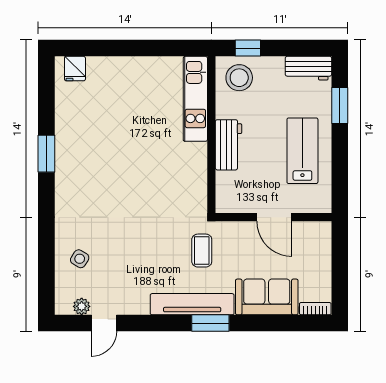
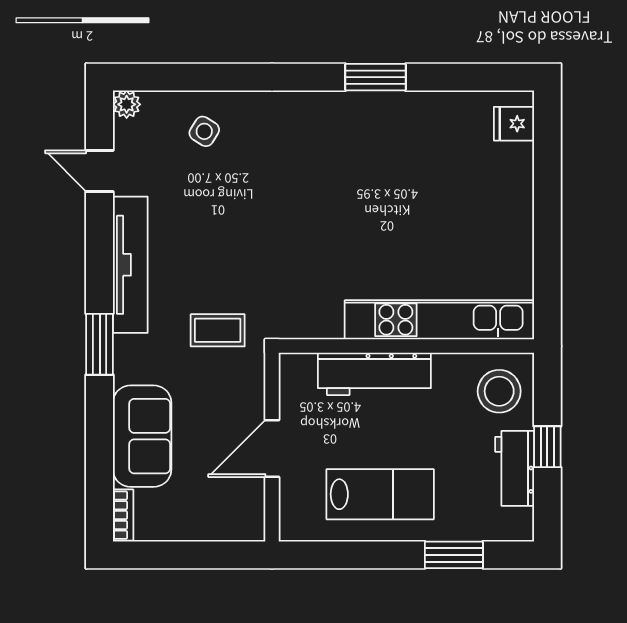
window: (248, 48) -> (547, 447), moved
workbench: (308, 68) -> (515, 468), moved
kitchen unit: (195, 99) -> (439, 320), width x1.36
workbench: (229, 145) -> (374, 374), width x1.38
tv unit: (192, 304) -> (130, 265), moved
plant: (82, 306) -> (127, 104), moved

